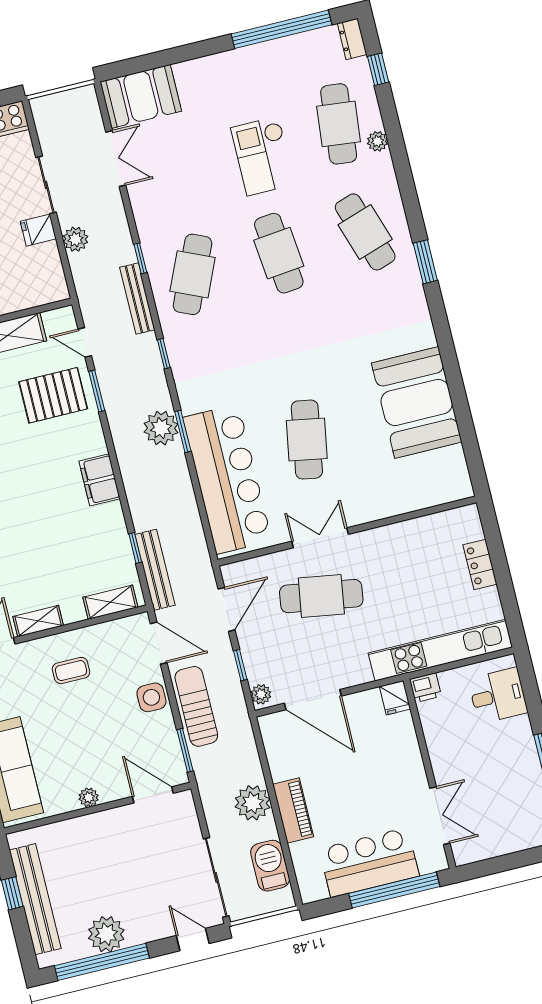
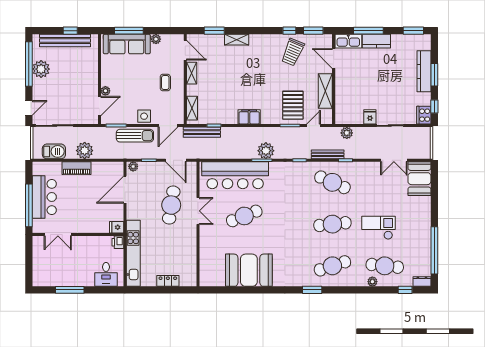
plant: (76, 239) -> (347, 133), moved
cafe table: (307, 440) -> (244, 216), turned -32
plant: (89, 797) -> (105, 91), moved

